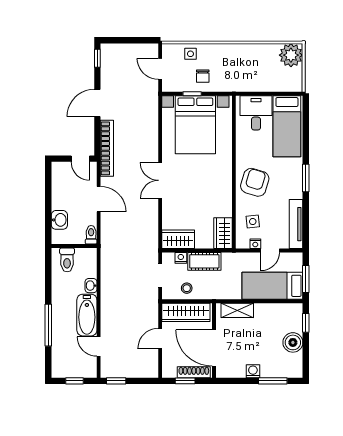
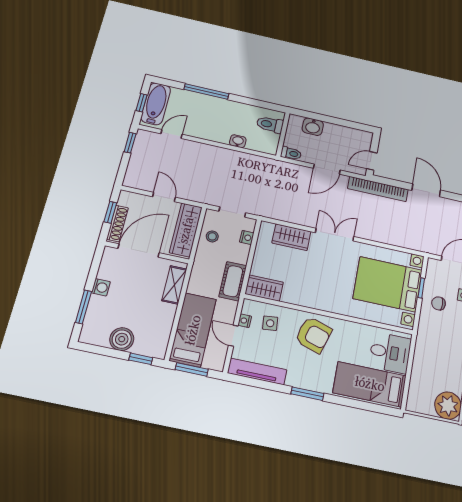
wardrobe: (178, 239) -> (291, 237), moved, turned 90
cot: (204, 261) -> (233, 281), moved
bathtub: (87, 315) -> (156, 104), moved, turned 90

